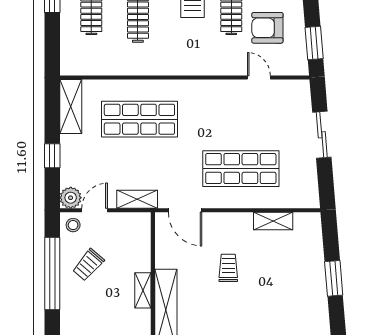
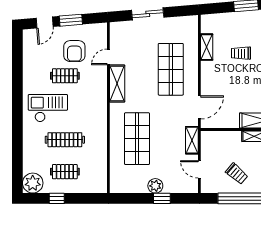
window: (314, 43) -> (71, 20), moved
shelving: (71, 107) -> (117, 84), moved, turned 90
plant: (71, 198) -> (155, 186), moved
stool: (73, 225) -> (209, 184), removed
trolley: (228, 268) -> (241, 53), moved

